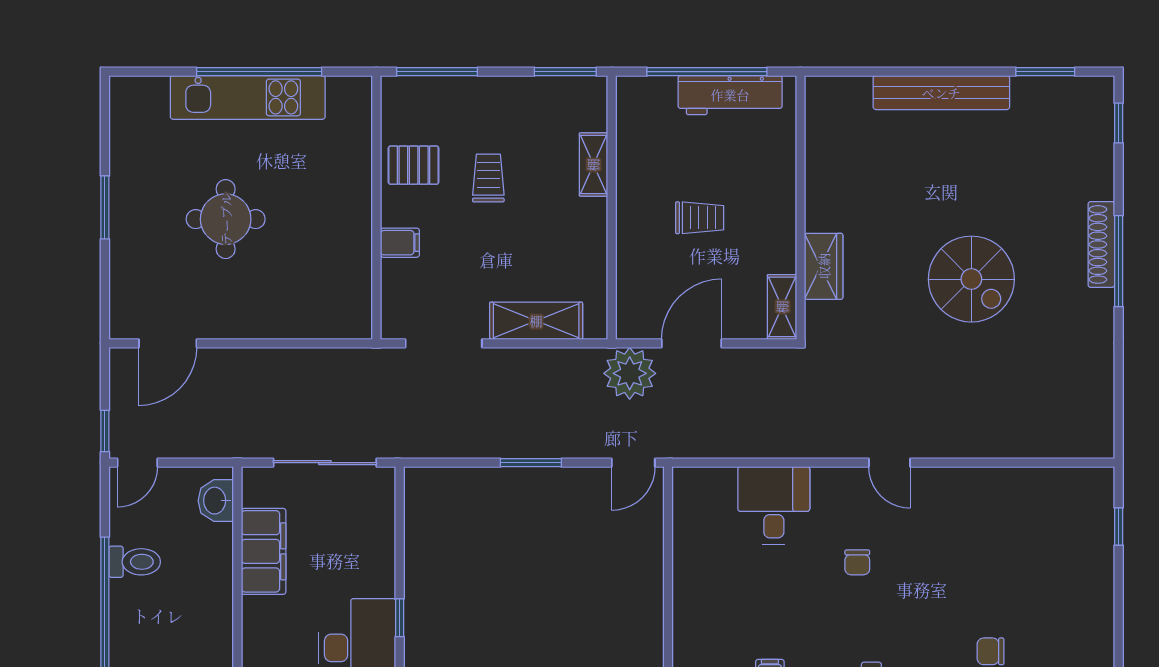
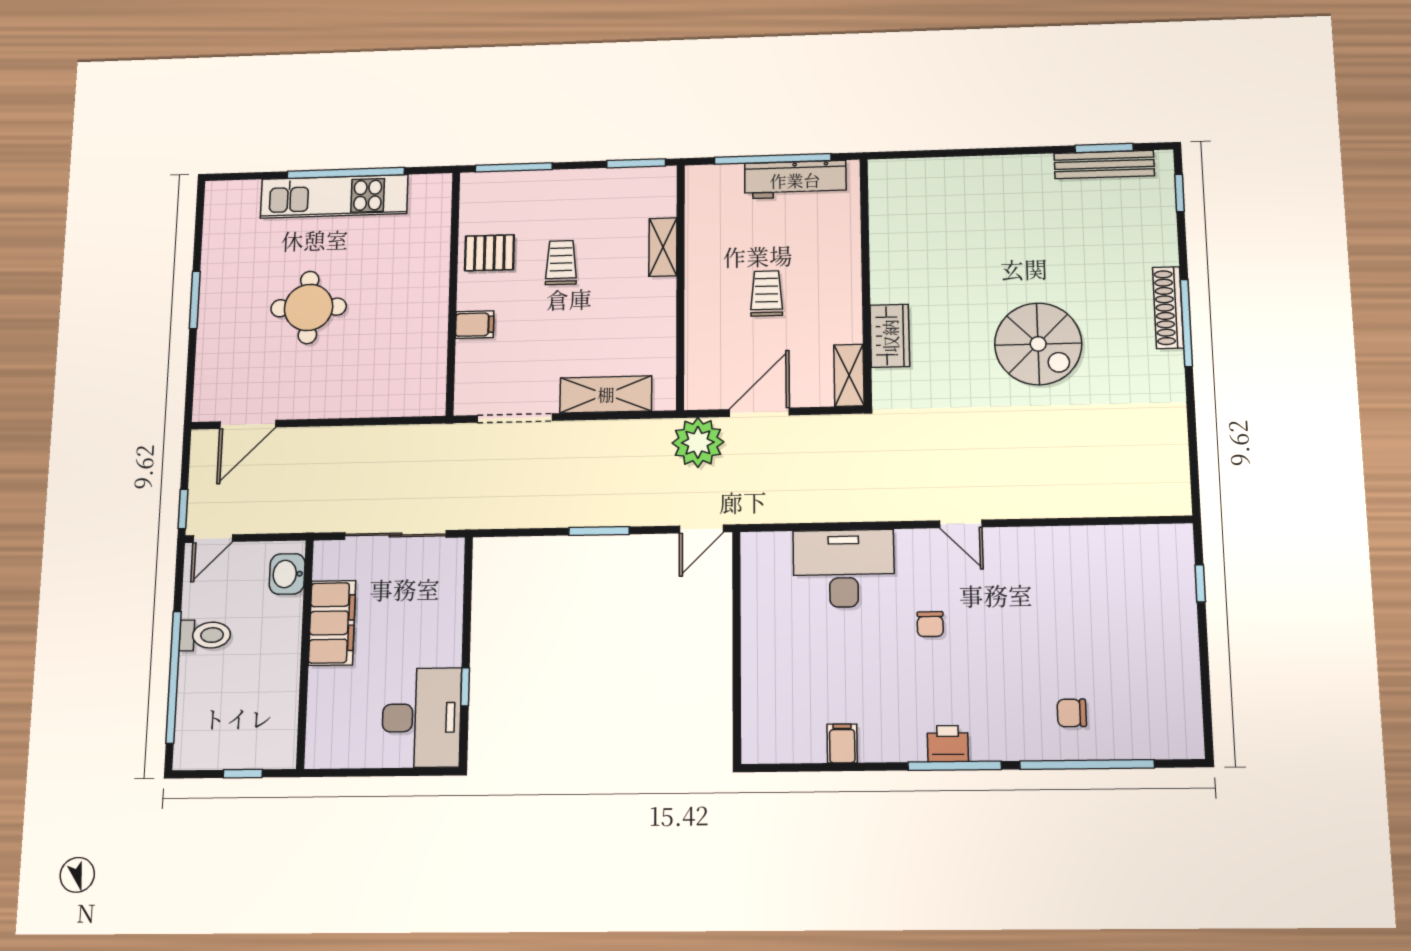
bench: (941, 93) -> (1104, 164), moved, width x0.73, depth x0.82
trolley: (700, 218) -> (767, 293), turned -90
desk: (774, 505) -> (844, 568), width x1.37

